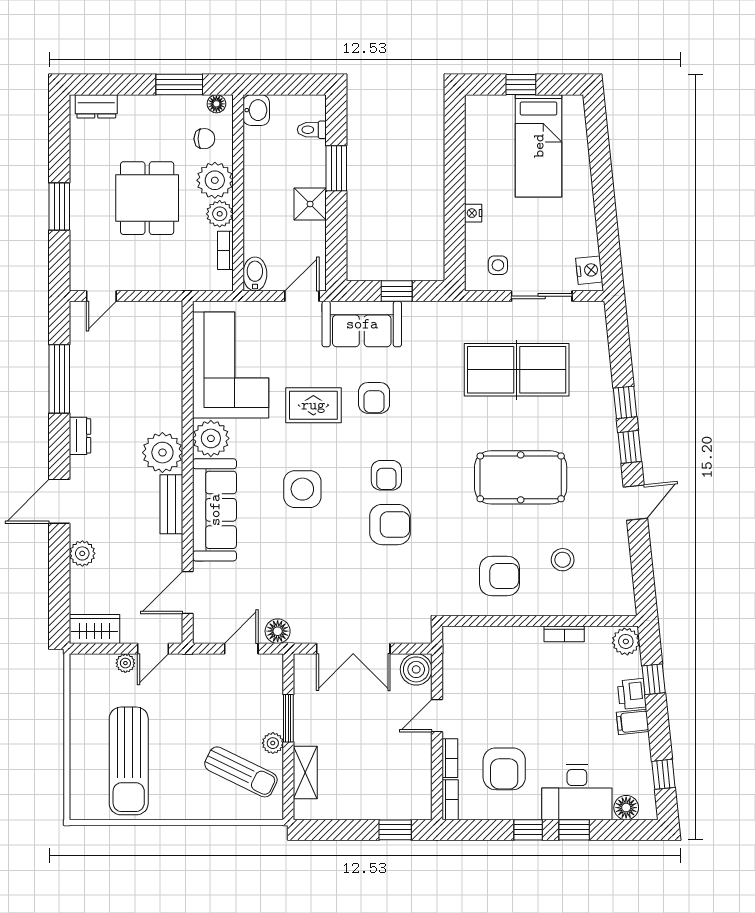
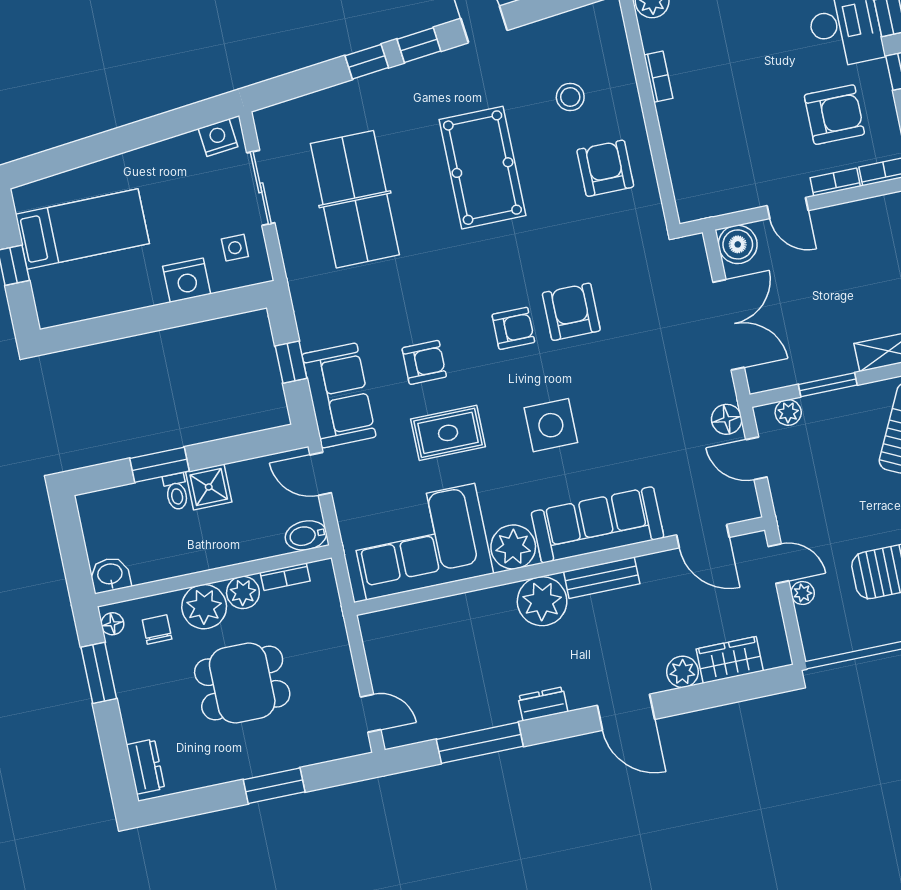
toilet: (312, 130) -> (176, 492), moved
nightstand: (473, 213) -> (187, 280), width x1.89, depth x1.79
rug: (313, 405) -> (448, 433), turned 90
wardrobe: (94, 629) -> (730, 660), moved, turned 90
plant: (273, 743) -> (788, 412), moved

